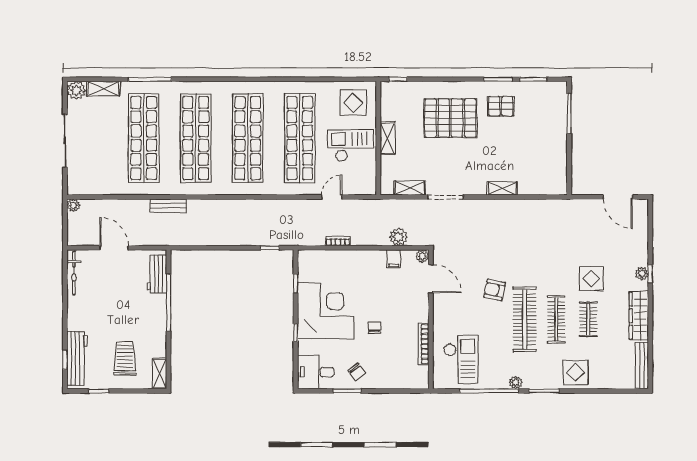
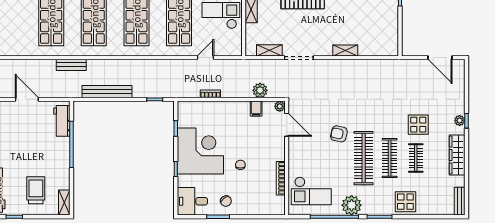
bench: (212, 238) -> (107, 92), added
checkout: (461, 359) -> (311, 191), turned 90
bench: (642, 366) -> (460, 201), width x0.73
plant: (516, 383) -> (352, 205), width x1.87, depth x1.87

